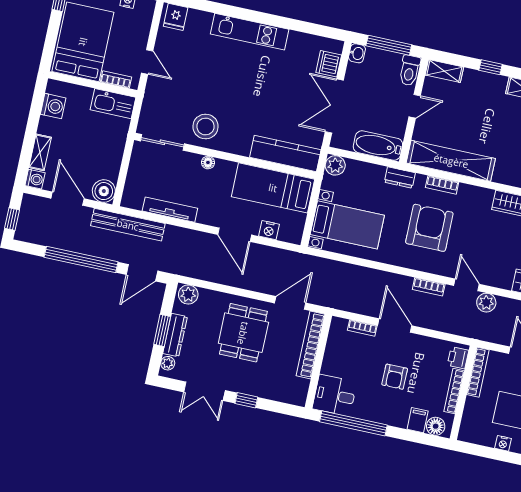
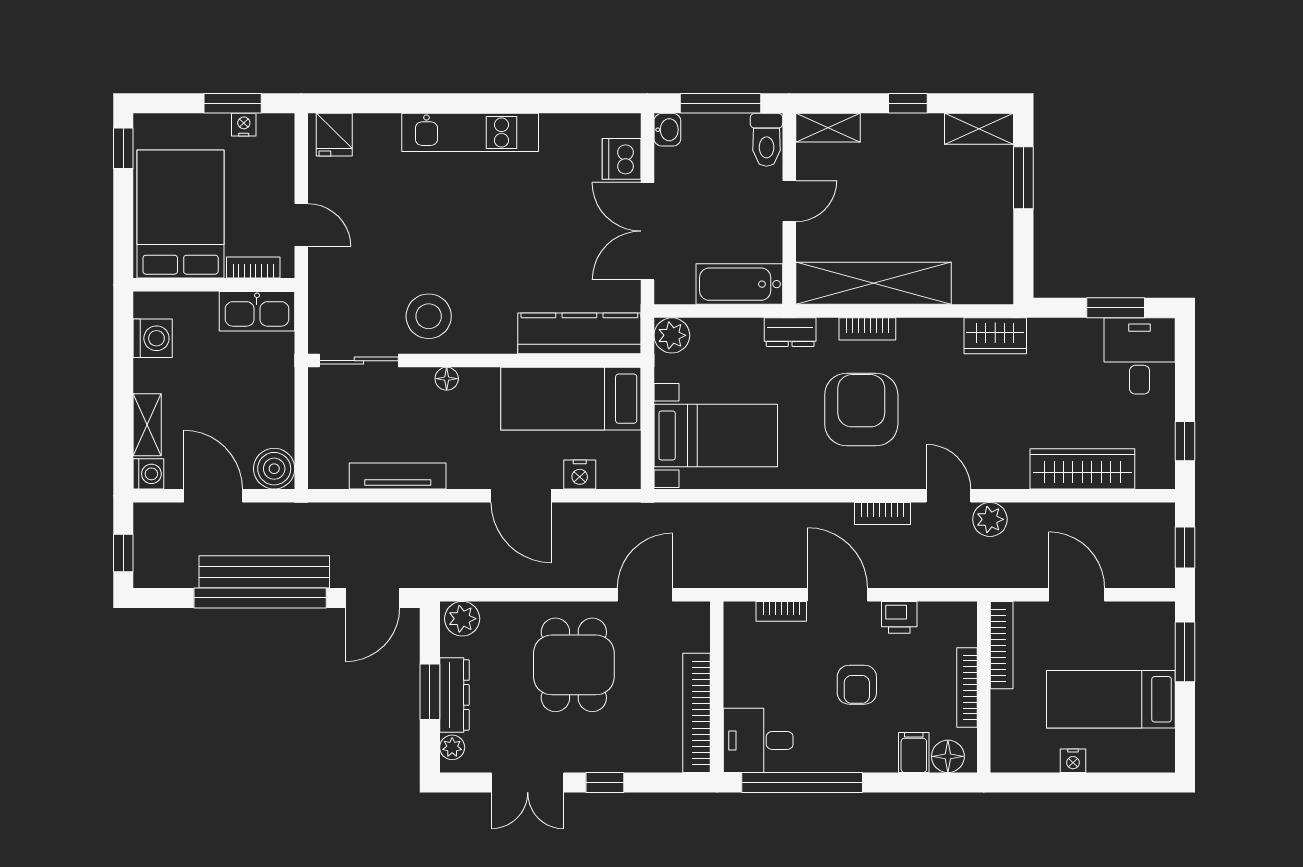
bench: (128, 225) -> (264, 572), moved
bookcase: (310, 345) -> (697, 713), moved
printer: (458, 358) -> (899, 617), moved, turned -90

